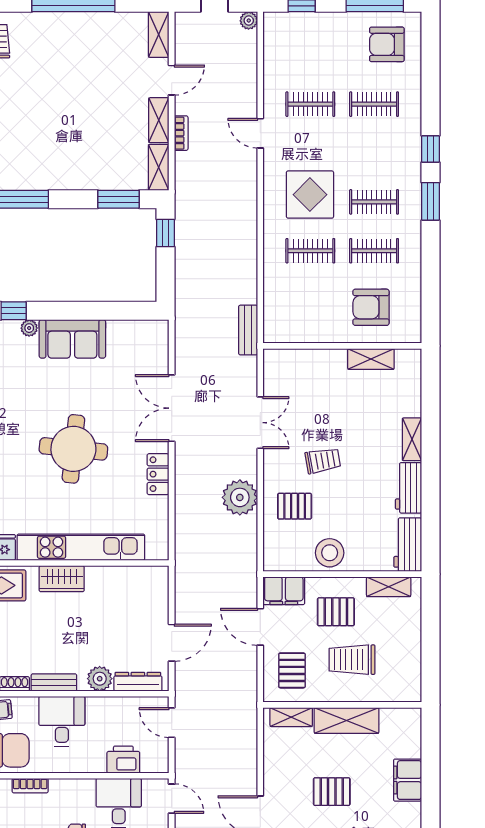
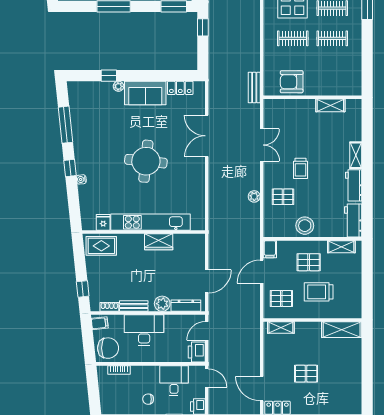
armchair: (371, 307) -> (292, 82), moved
trolley: (323, 461) -> (301, 168), turned 100
locker: (158, 474) -> (180, 88), moved, turned -90
plant: (240, 497) -> (254, 196), width x0.53, depth x0.53
wardrobe: (62, 579) -> (159, 242), moved
filing cabinet: (284, 591) -> (270, 249), width x0.50
door: (260, 627) -> (262, 272), hinge flipped
pallet: (292, 670) -> (281, 299), turned 90
shelving: (347, 720) -> (342, 330), moved
desk: (62, 721) -> (144, 330), width x1.37
door: (172, 723) -> (207, 331), hinge flipped
printer: (123, 760) -> (197, 352), moved, turned -90
filing cabinet: (408, 780) -> (353, 367), removed

